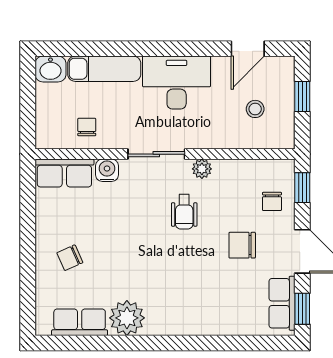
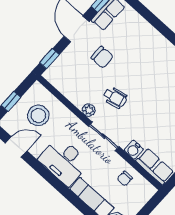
stool: (255, 109) -> (38, 116), width x1.89, depth x1.89
chair: (272, 201) -> (70, 65), removed
wheelchair: (184, 212) -> (115, 98), turned 78

